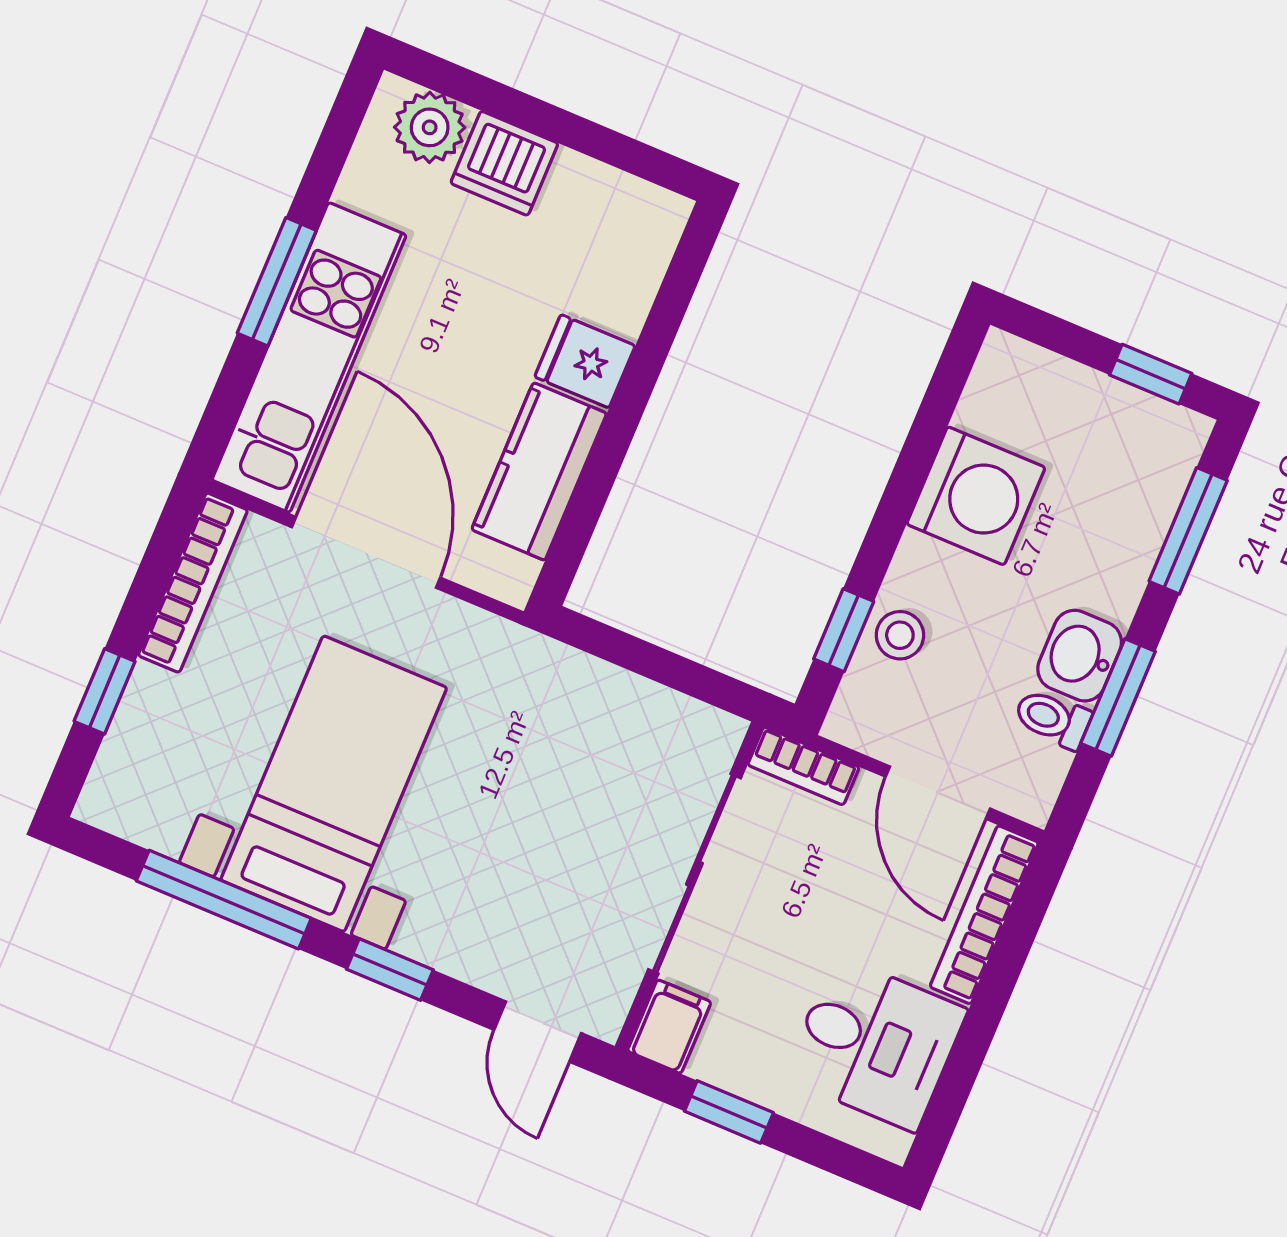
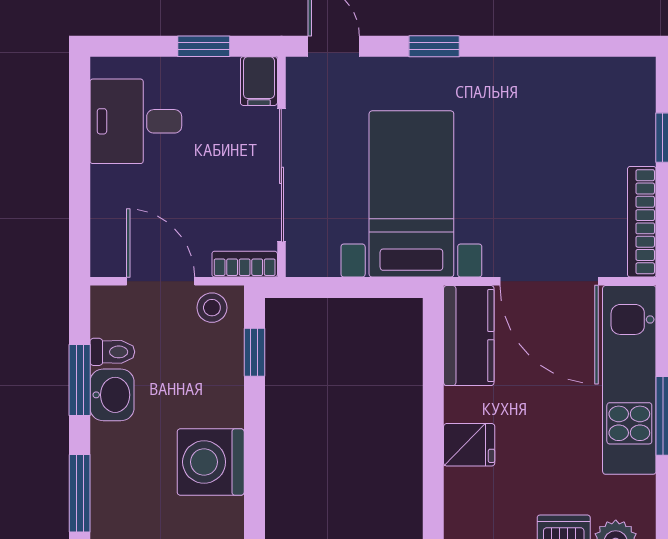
kitchen counter: (539, 471) -> (469, 336), moved
stool: (900, 635) -> (212, 308), moved
bed with nightstands: (334, 784) -> (411, 194), moved, turned 180
window: (224, 900) -> (547, 46), removed
bookcase: (984, 915) -> (104, 222), removed

